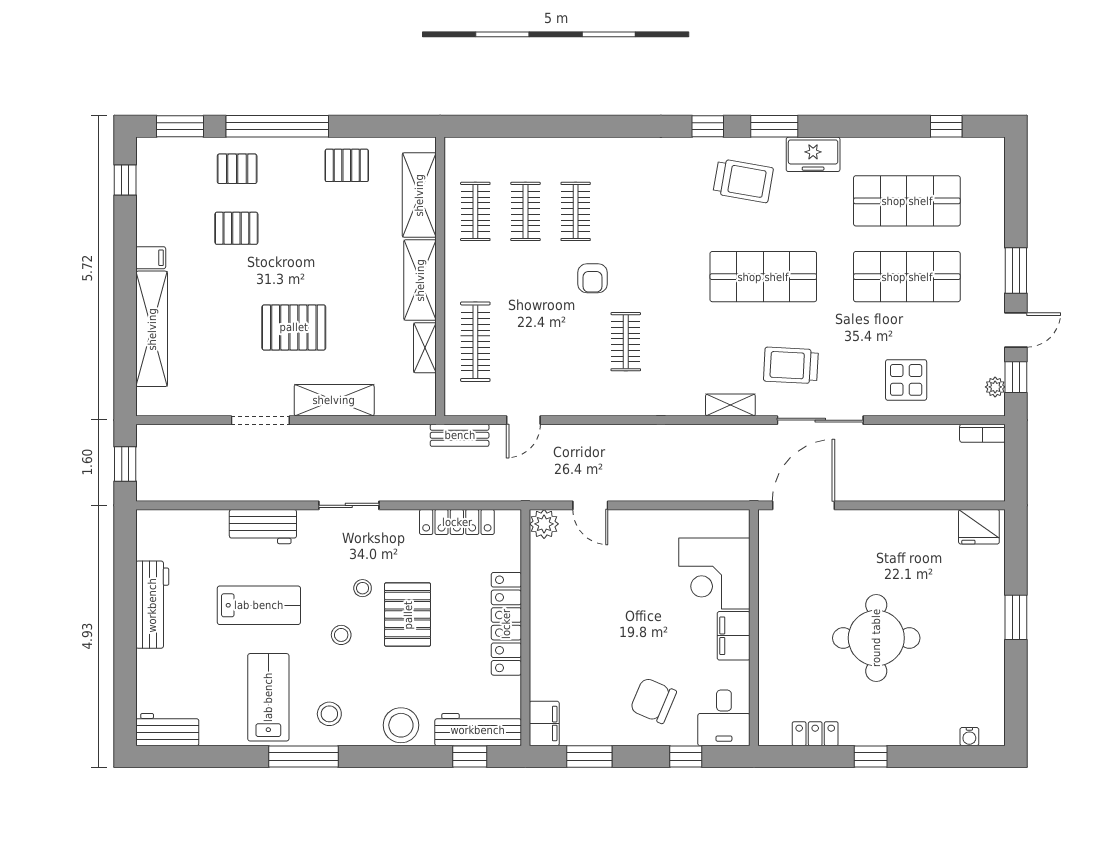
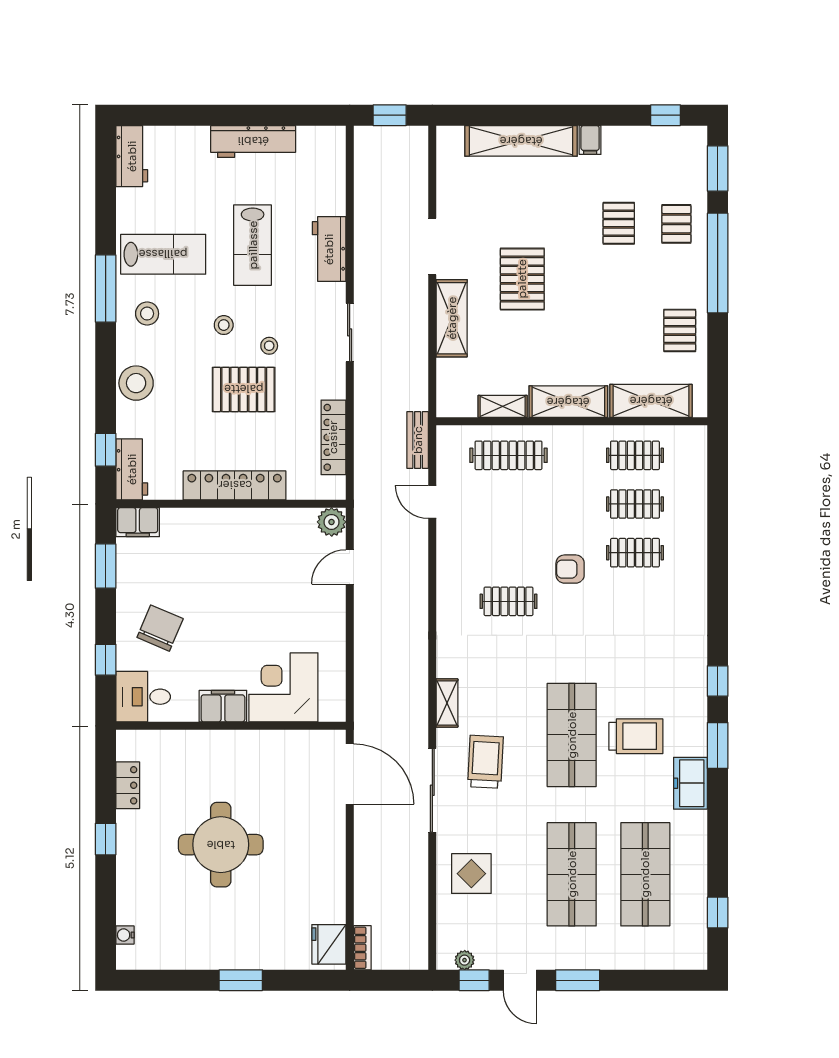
trolley: (743, 181) -> (636, 736), moved, turned -100
bookcase: (982, 433) -> (362, 948), moved, turned 180
workbench: (478, 730) -> (132, 469), width x0.73

